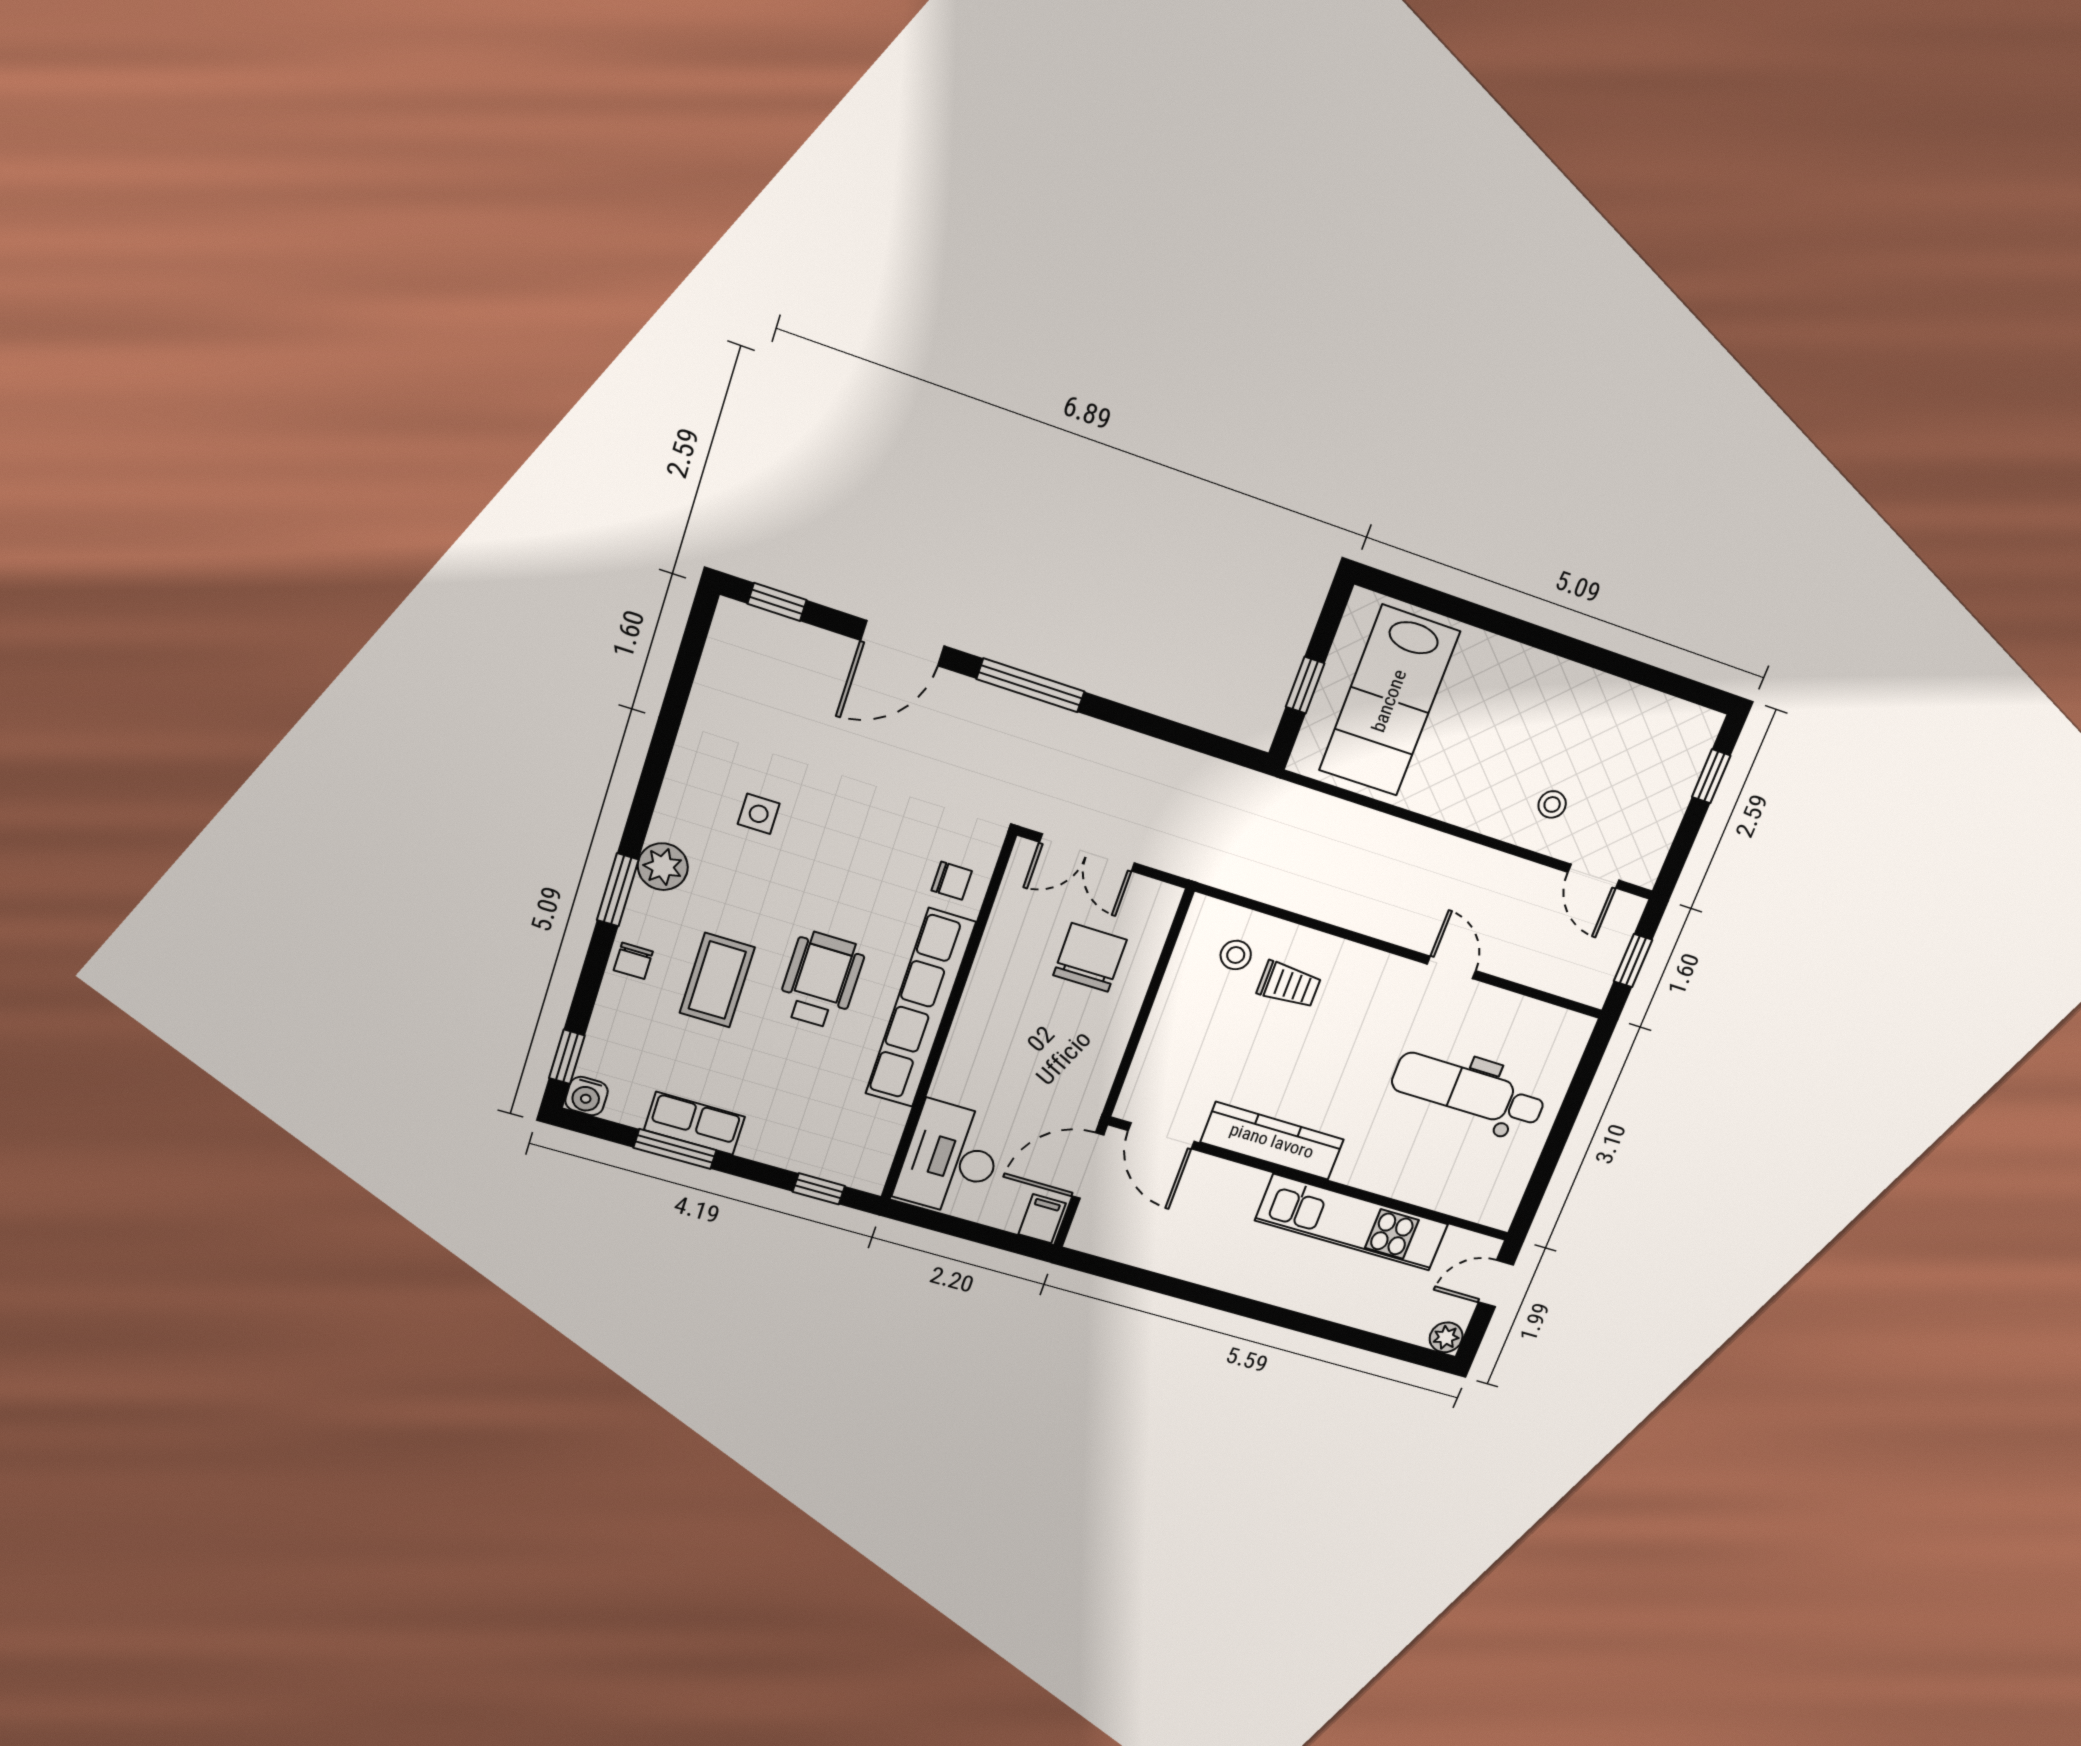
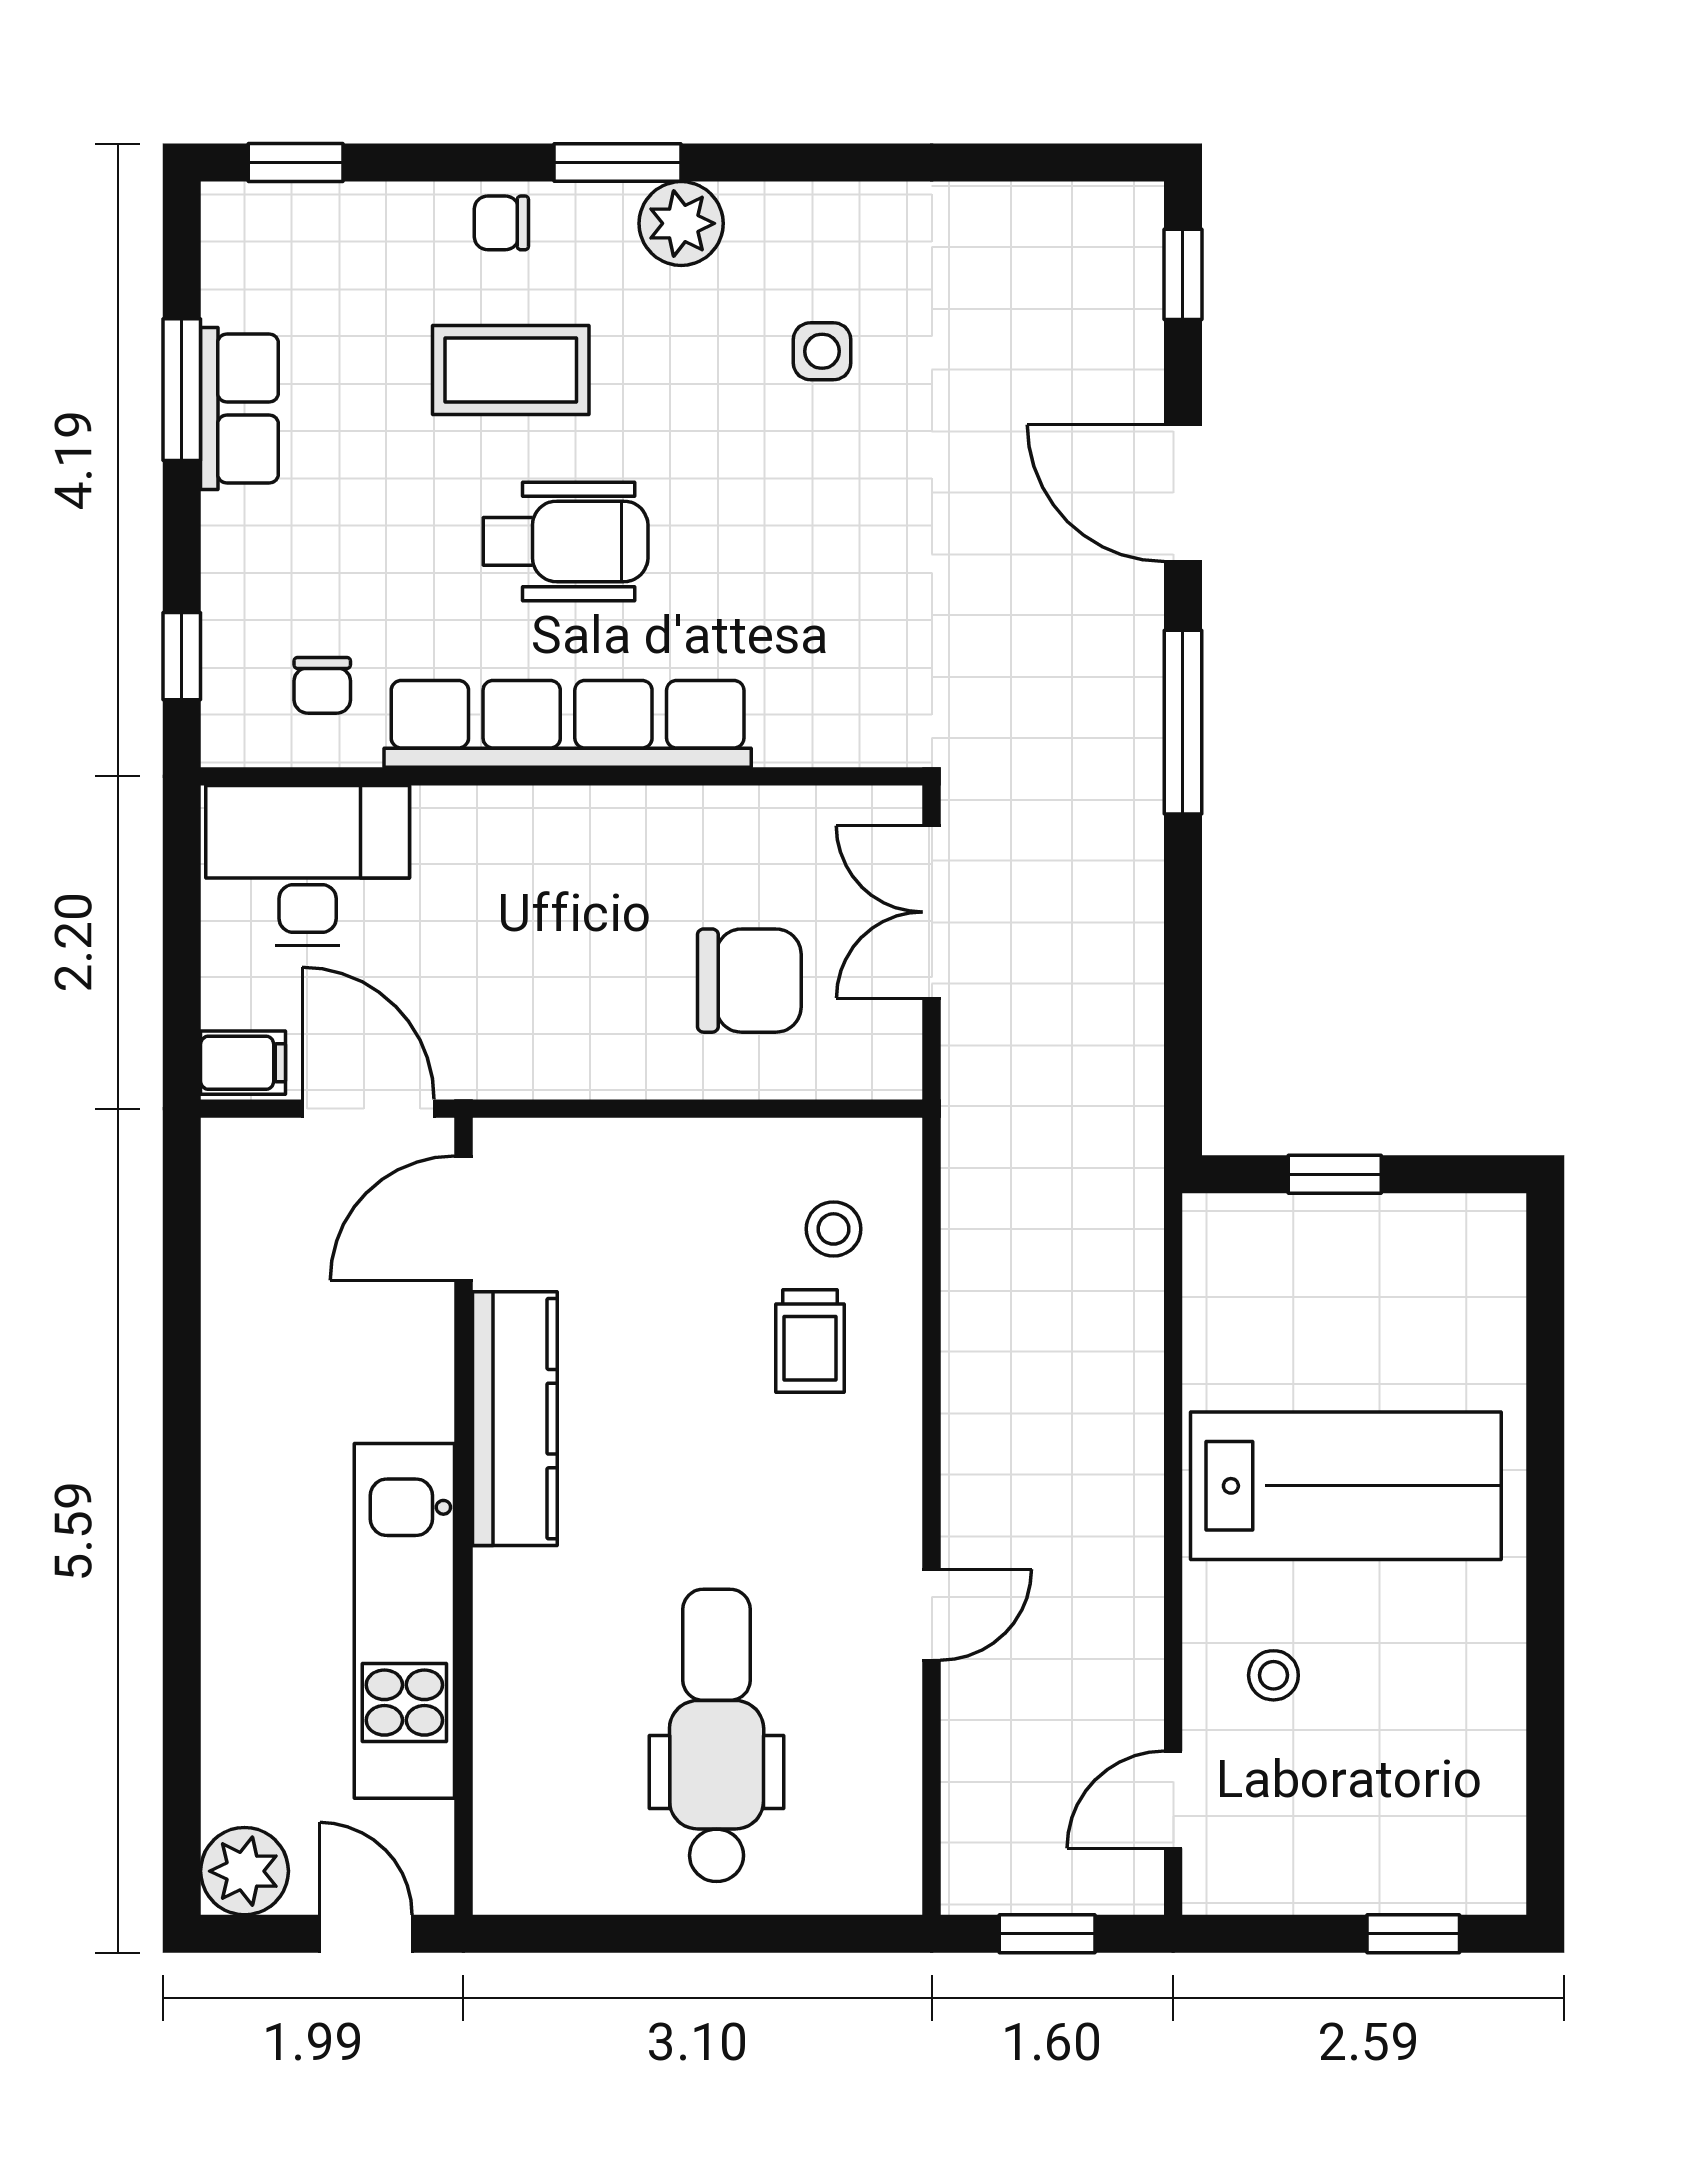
lab bench: (1389, 701) -> (1346, 1486), moved, turned 180
chair: (952, 881) -> (322, 685), moved
water cooler: (587, 1096) -> (234, 215), removed
plant: (1446, 1337) -> (245, 1871), width x1.38, depth x1.38

